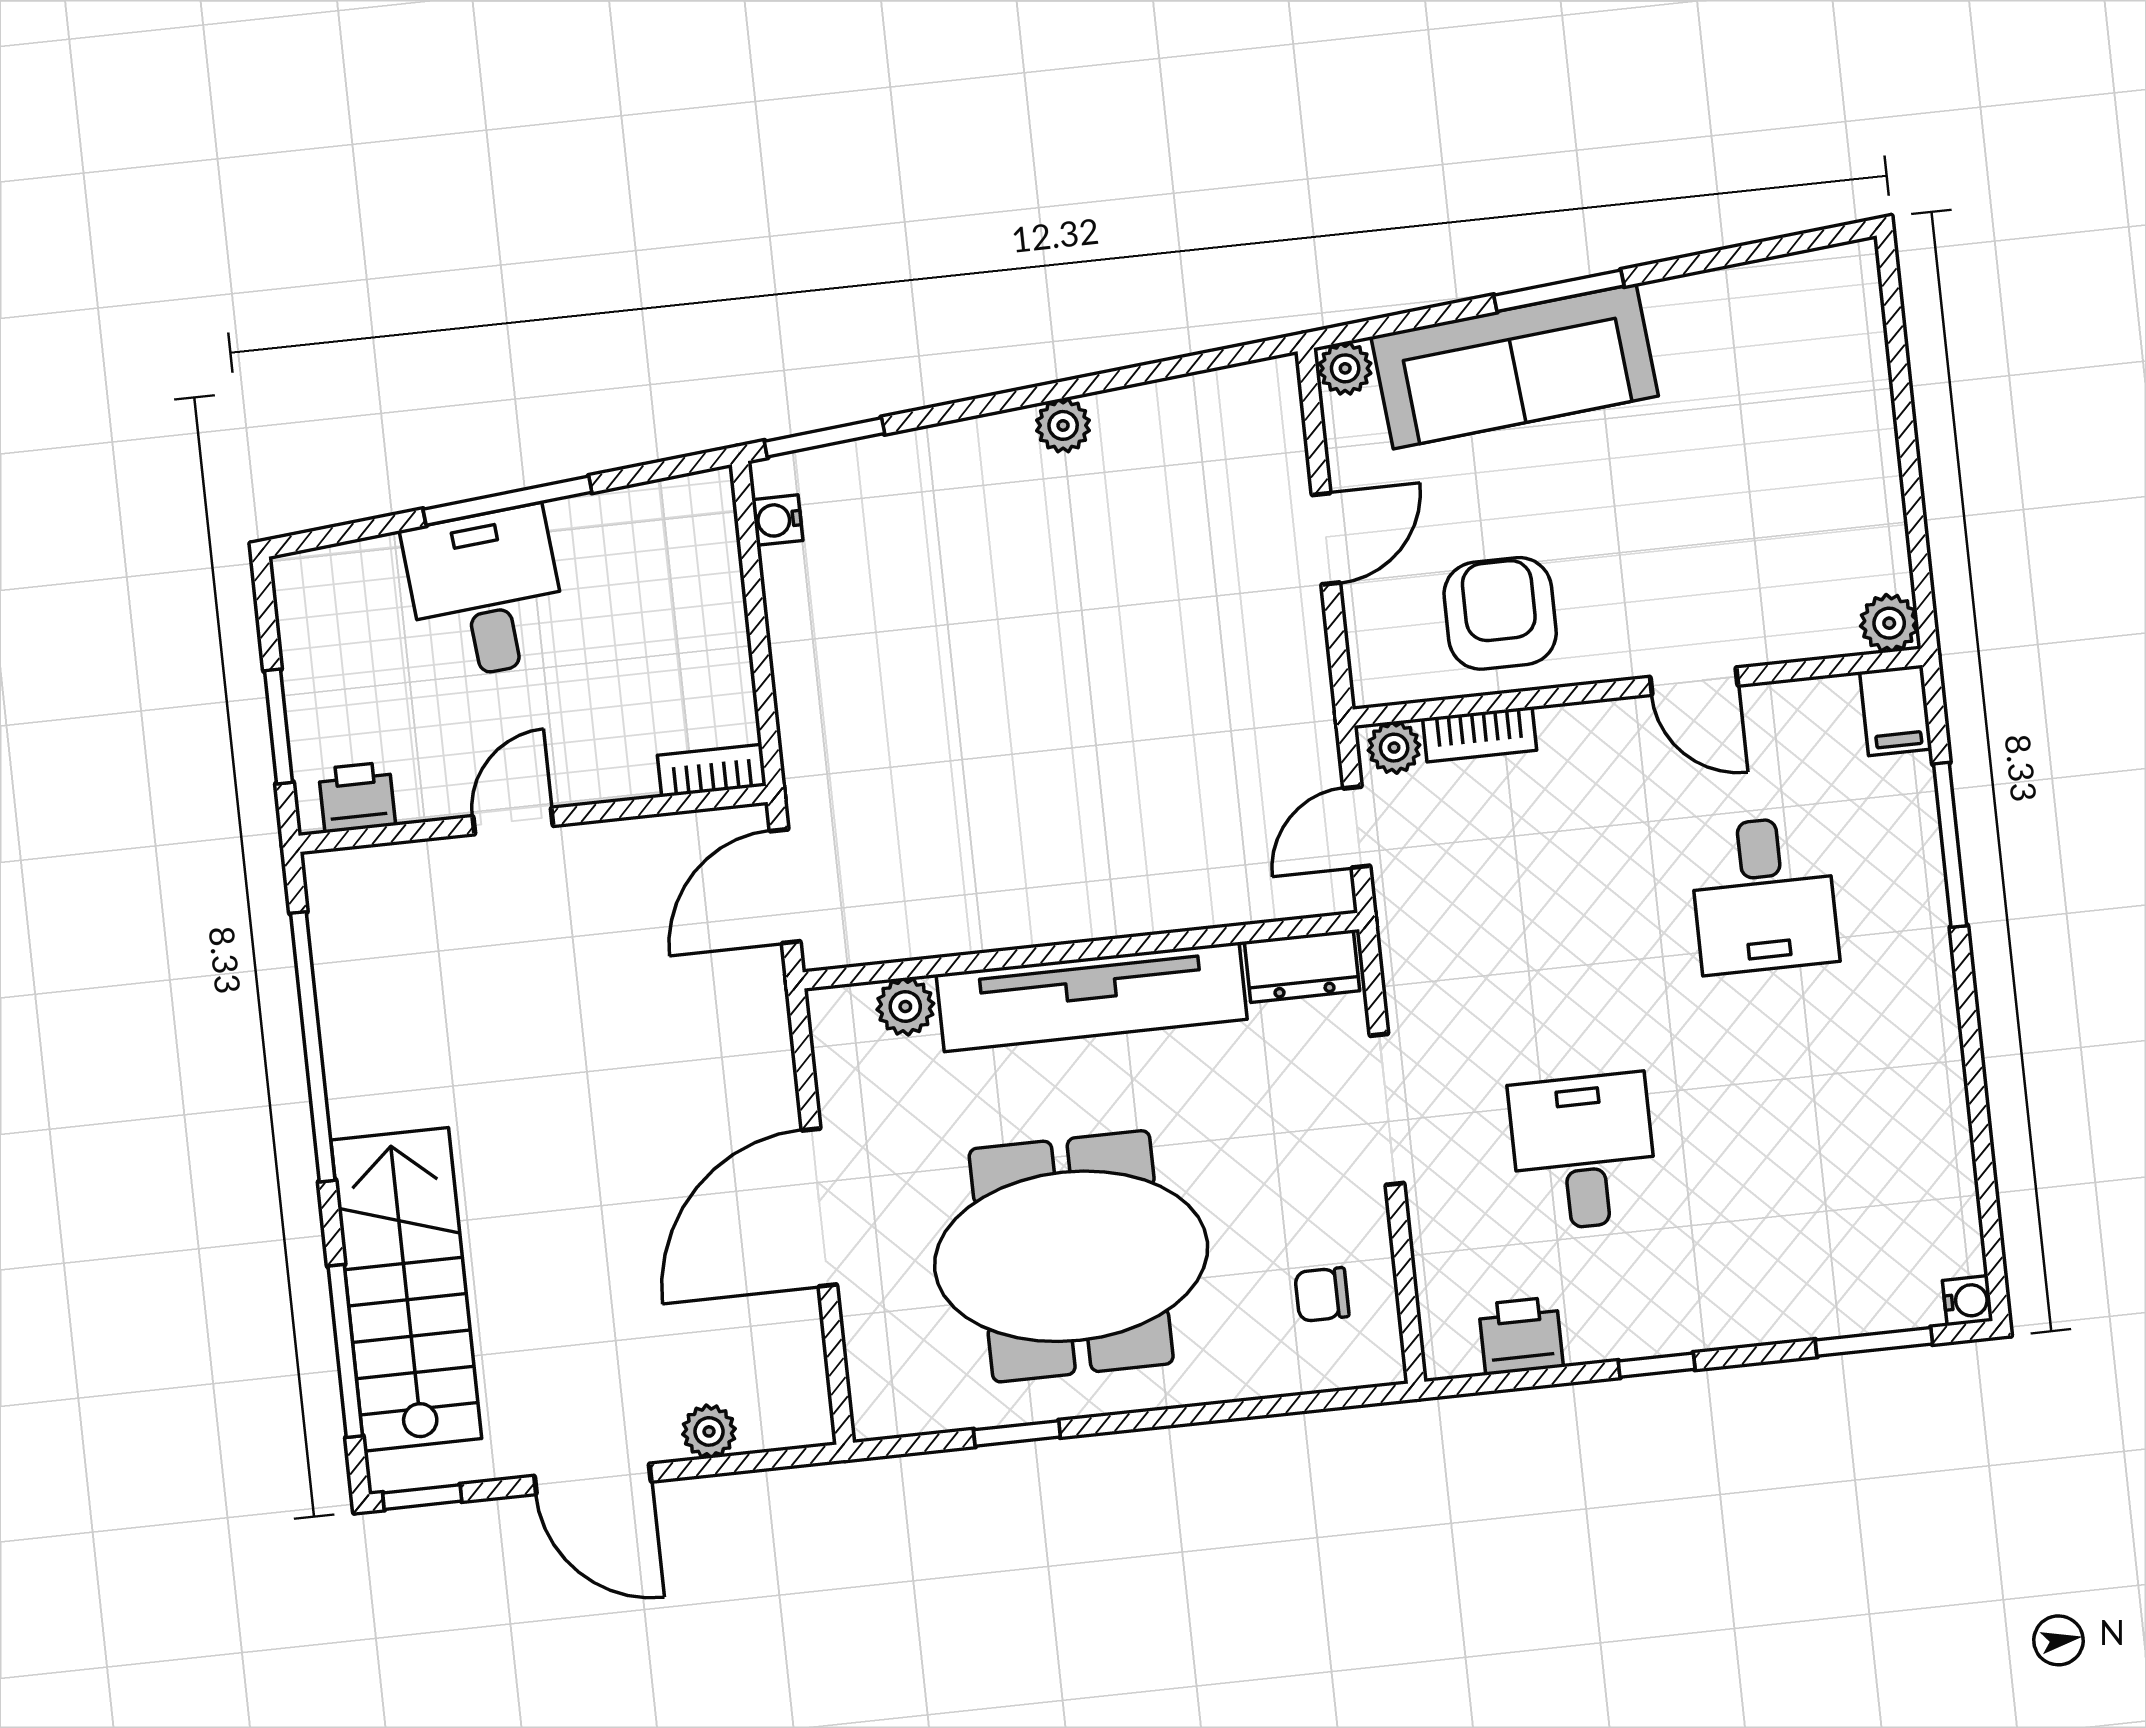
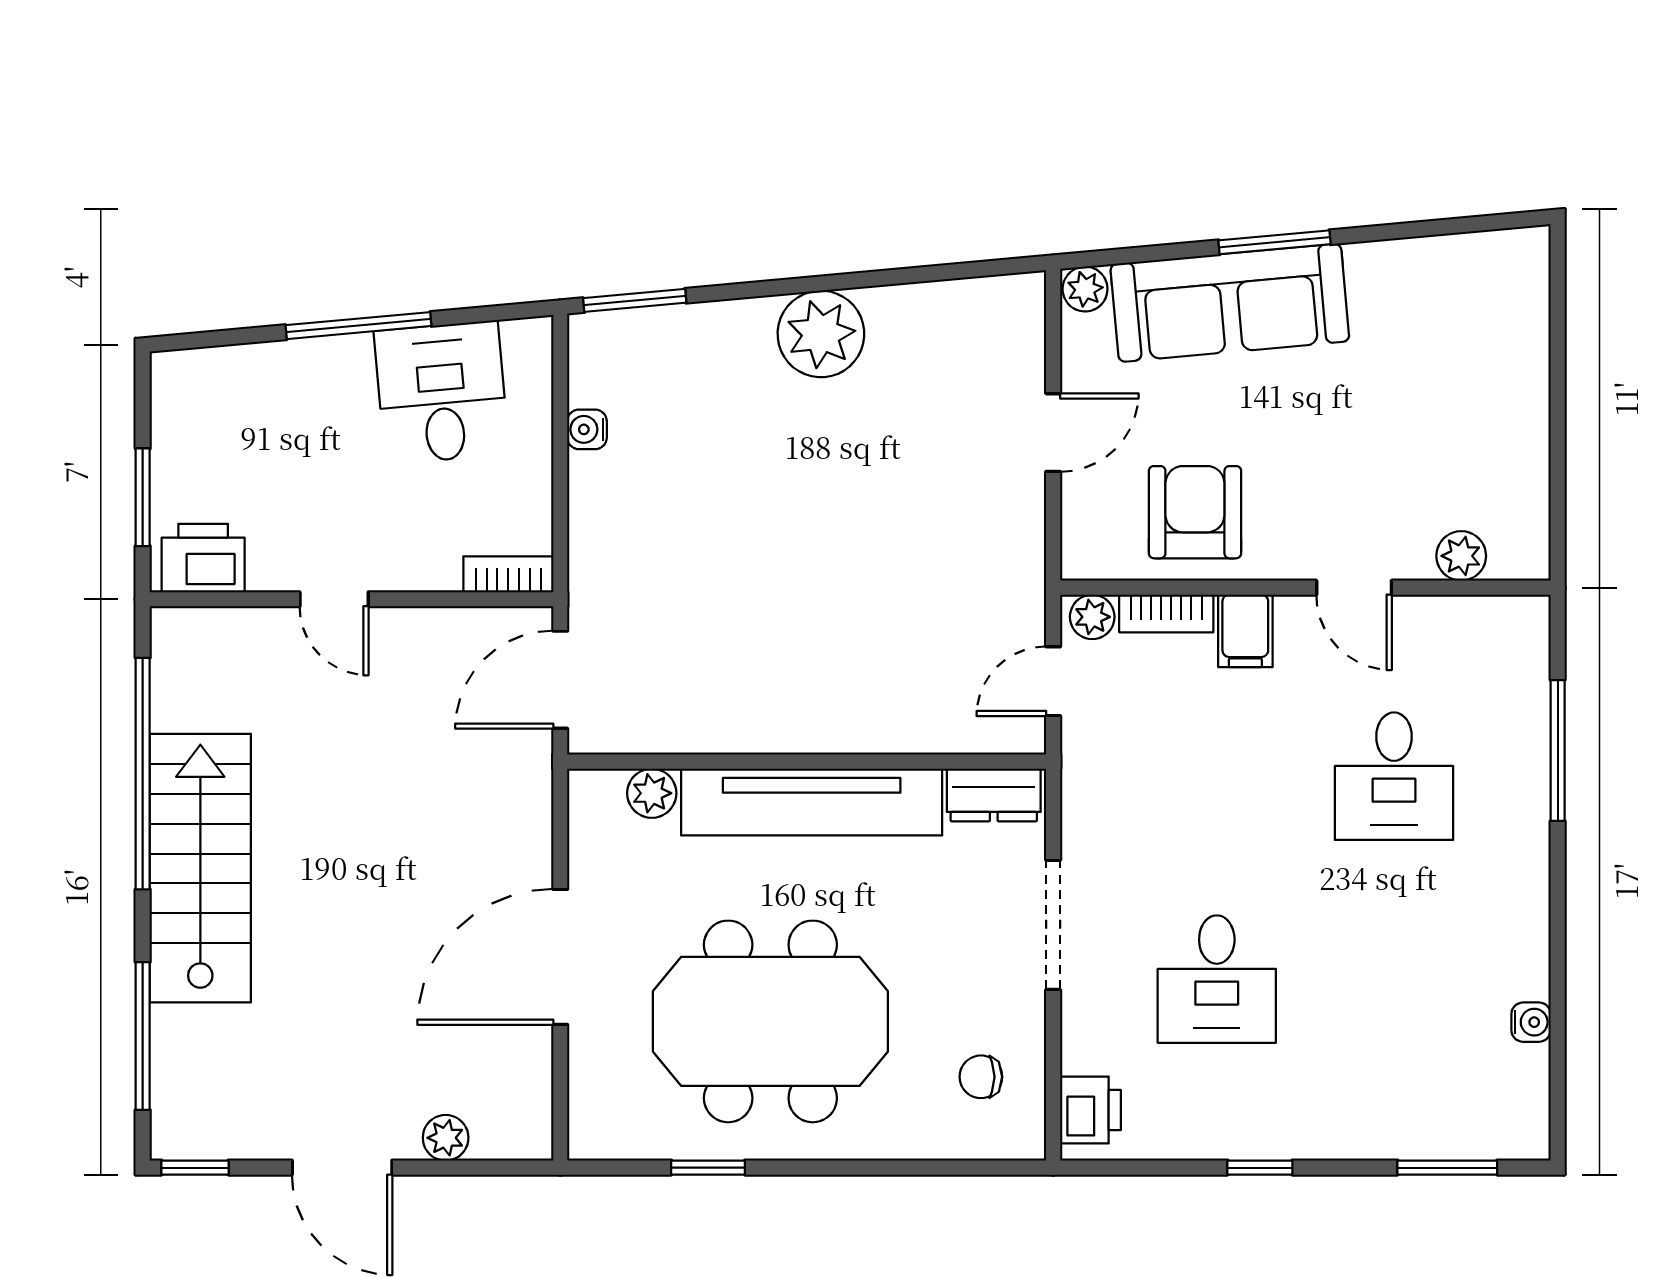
plant: (1063, 425) -> (821, 334), width x1.88, depth x1.88
water cooler: (777, 520) -> (587, 429), moved
desk: (486, 593) -> (442, 393), moved
plant: (1889, 623) -> (1461, 556), moved
filing cabinet: (1896, 710) -> (1245, 631), moved
printer: (357, 797) -> (203, 558), width x1.36, depth x1.24
door: (513, 821) -> (334, 599), swing flipped
desk: (1583, 1152) -> (1217, 979), turned 180
stairs: (406, 1289) -> (200, 868), moved
water cooler: (1968, 1301) -> (1531, 1022), moved
printer: (1521, 1336) -> (1091, 1110), moved, turned 90

